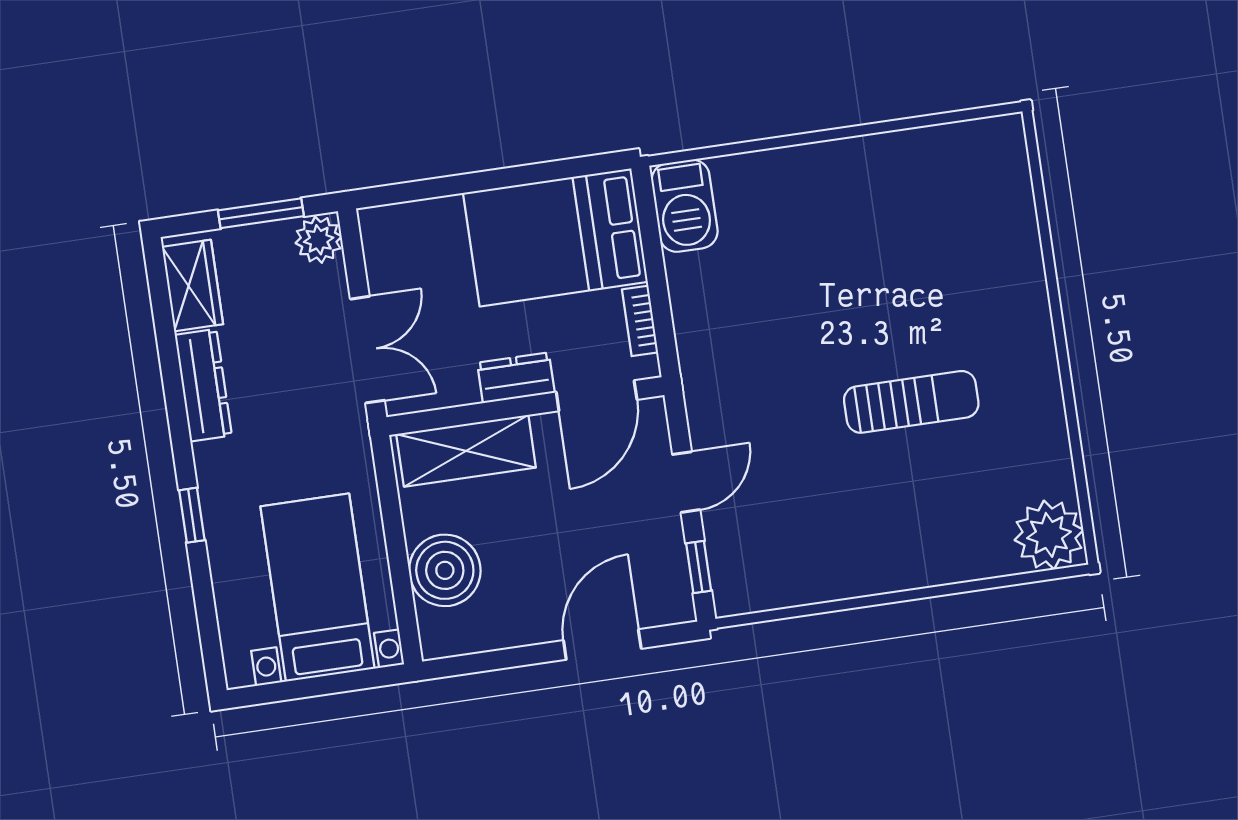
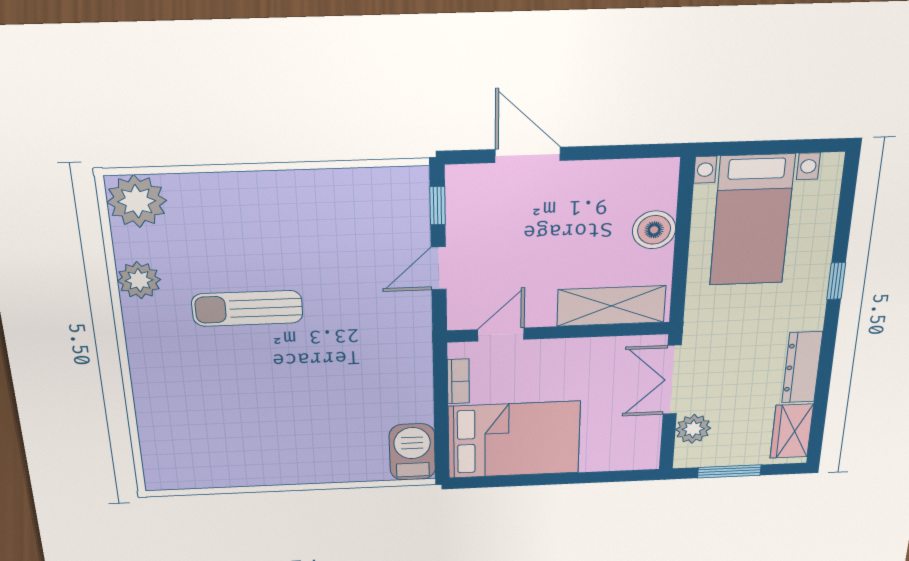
plant: (319, 240) -> (693, 429), moved
dresser: (516, 378) -> (562, 352), removed
door: (597, 396) -> (501, 334), width x0.73
plant: (1042, 428) -> (139, 280), added
boiler: (445, 570) -> (654, 230), width x0.73, depth x0.73
door: (602, 644) -> (528, 155), swing flipped

